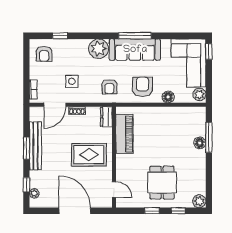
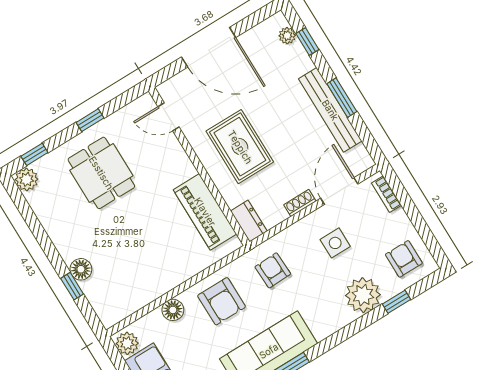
plant: (99, 49) -> (363, 295), moved
window: (209, 137) -> (72, 286), width x0.46
rug: (89, 155) -> (240, 147), turned 90
window: (178, 211) -> (34, 154), moved

